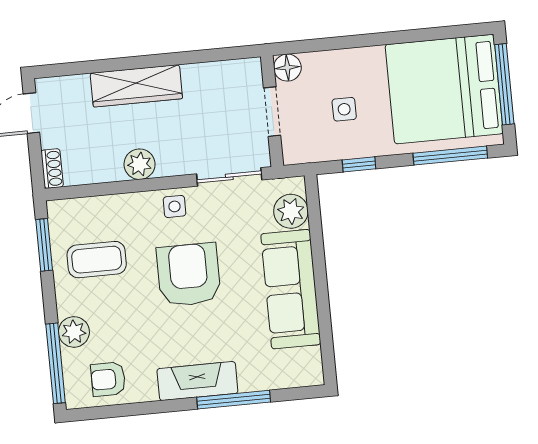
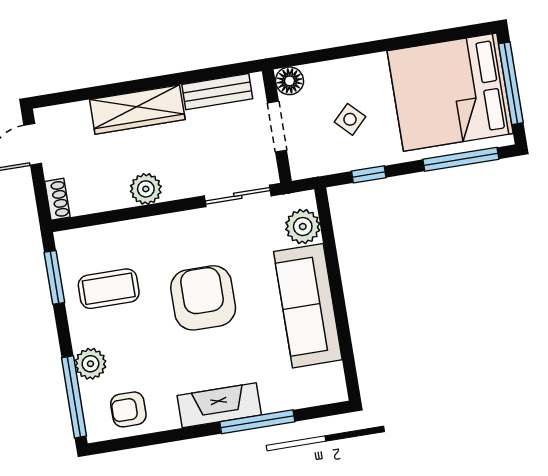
bench: (216, 73) -> (217, 92), added
side table: (344, 109) -> (350, 119), turned 45
side table: (175, 206) -> (184, 230), removed

